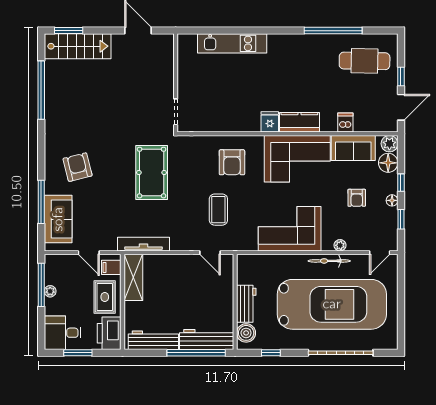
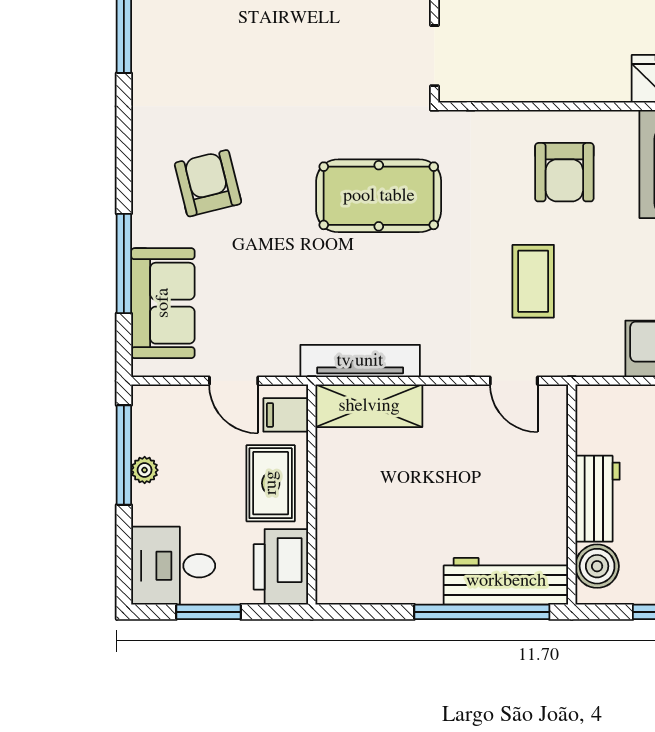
pool table: (152, 173) -> (379, 196), turned 90
shelving: (133, 277) -> (369, 406), moved, turned 90
workbench: (153, 340) -> (383, 583), removed

